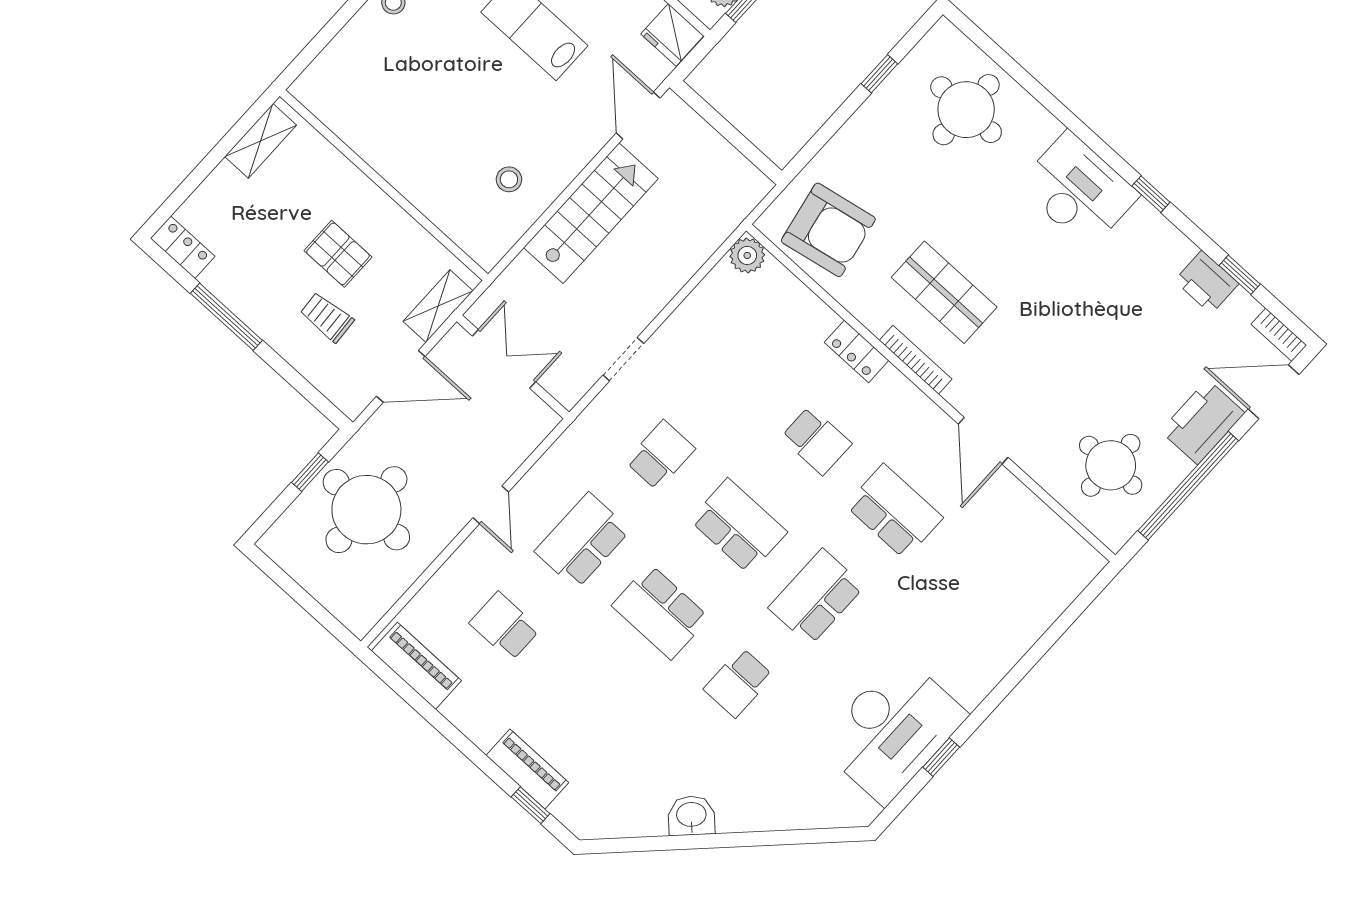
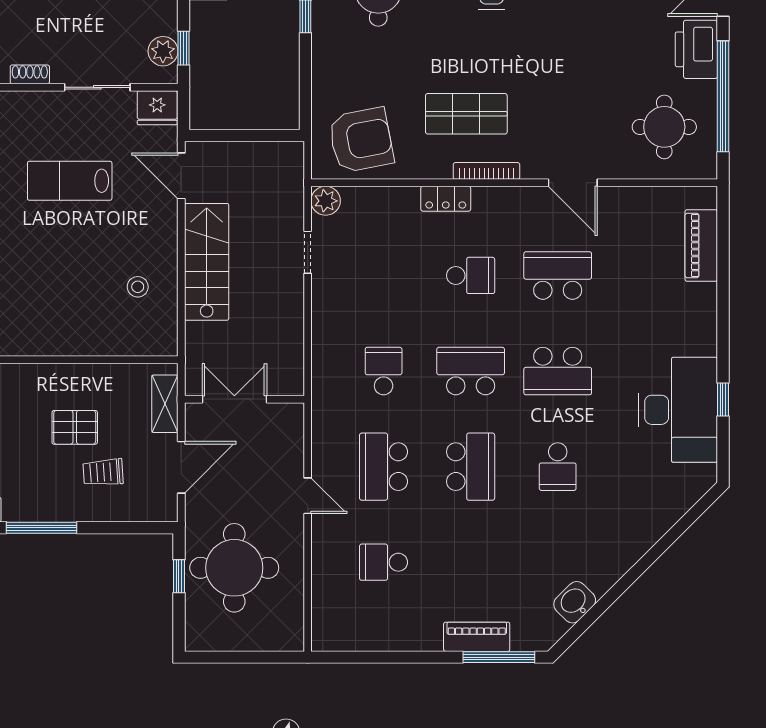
doorway: (623, 359) -> (308, 252), moved
school desk: (816, 597) -> (558, 371), turned -90
school desk: (660, 612) -> (471, 467), turned -90
piano: (416, 666) -> (701, 246), moved, turned -90
window: (531, 805) -> (499, 657), width x2.17
washbasin: (691, 816) -> (575, 602), moved

